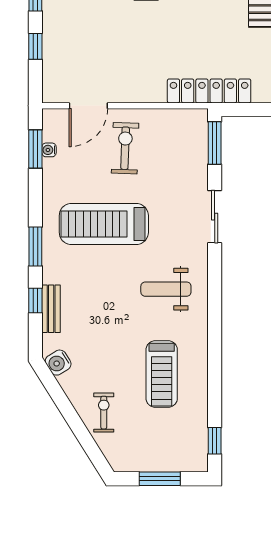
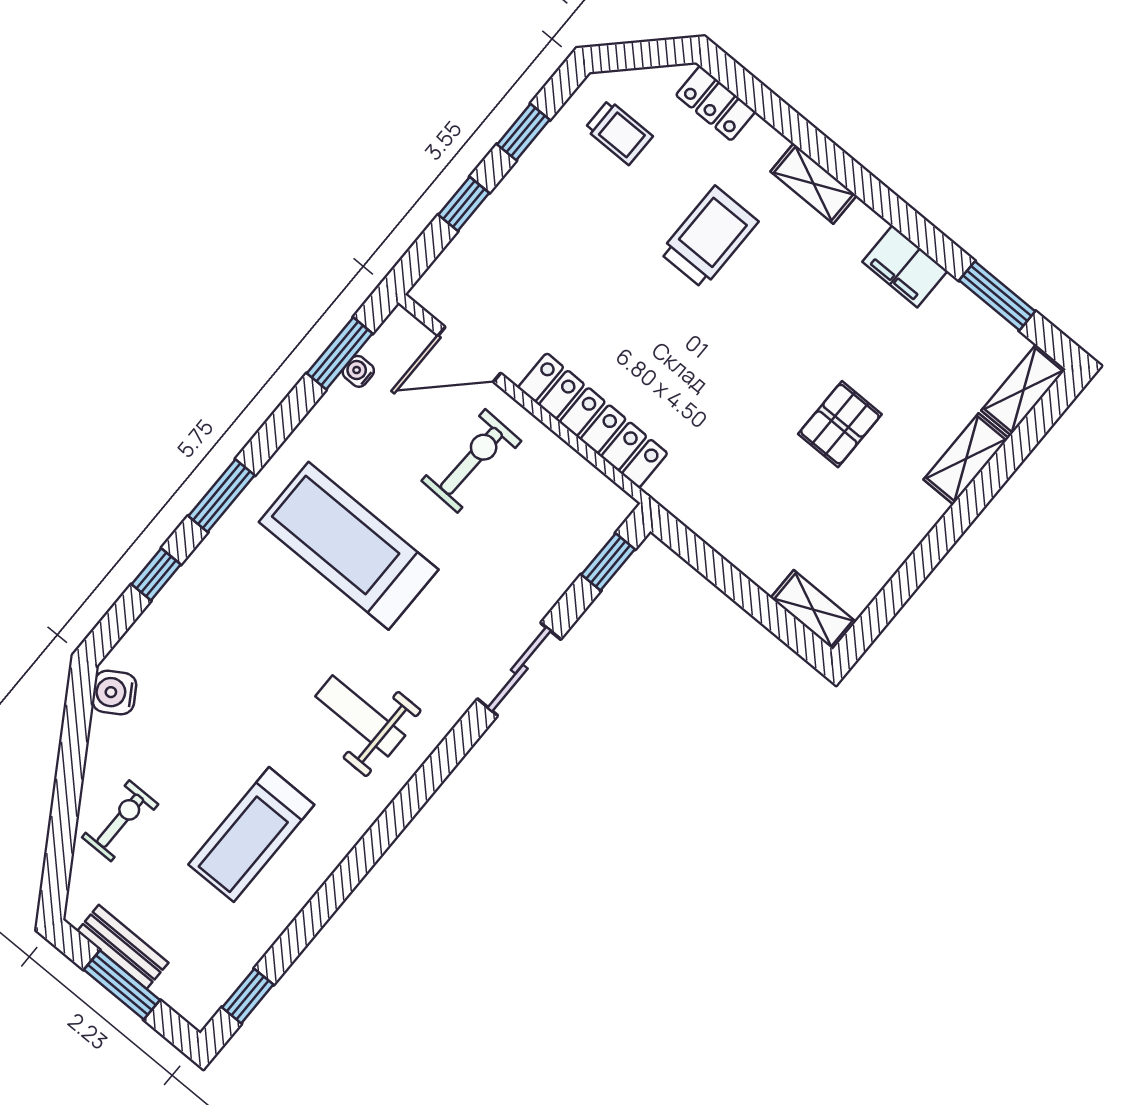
locker: (209, 91) -> (593, 421), moved
window: (215, 143) -> (608, 562), width x0.67
bench: (51, 309) -> (123, 947), moved, turned 90

